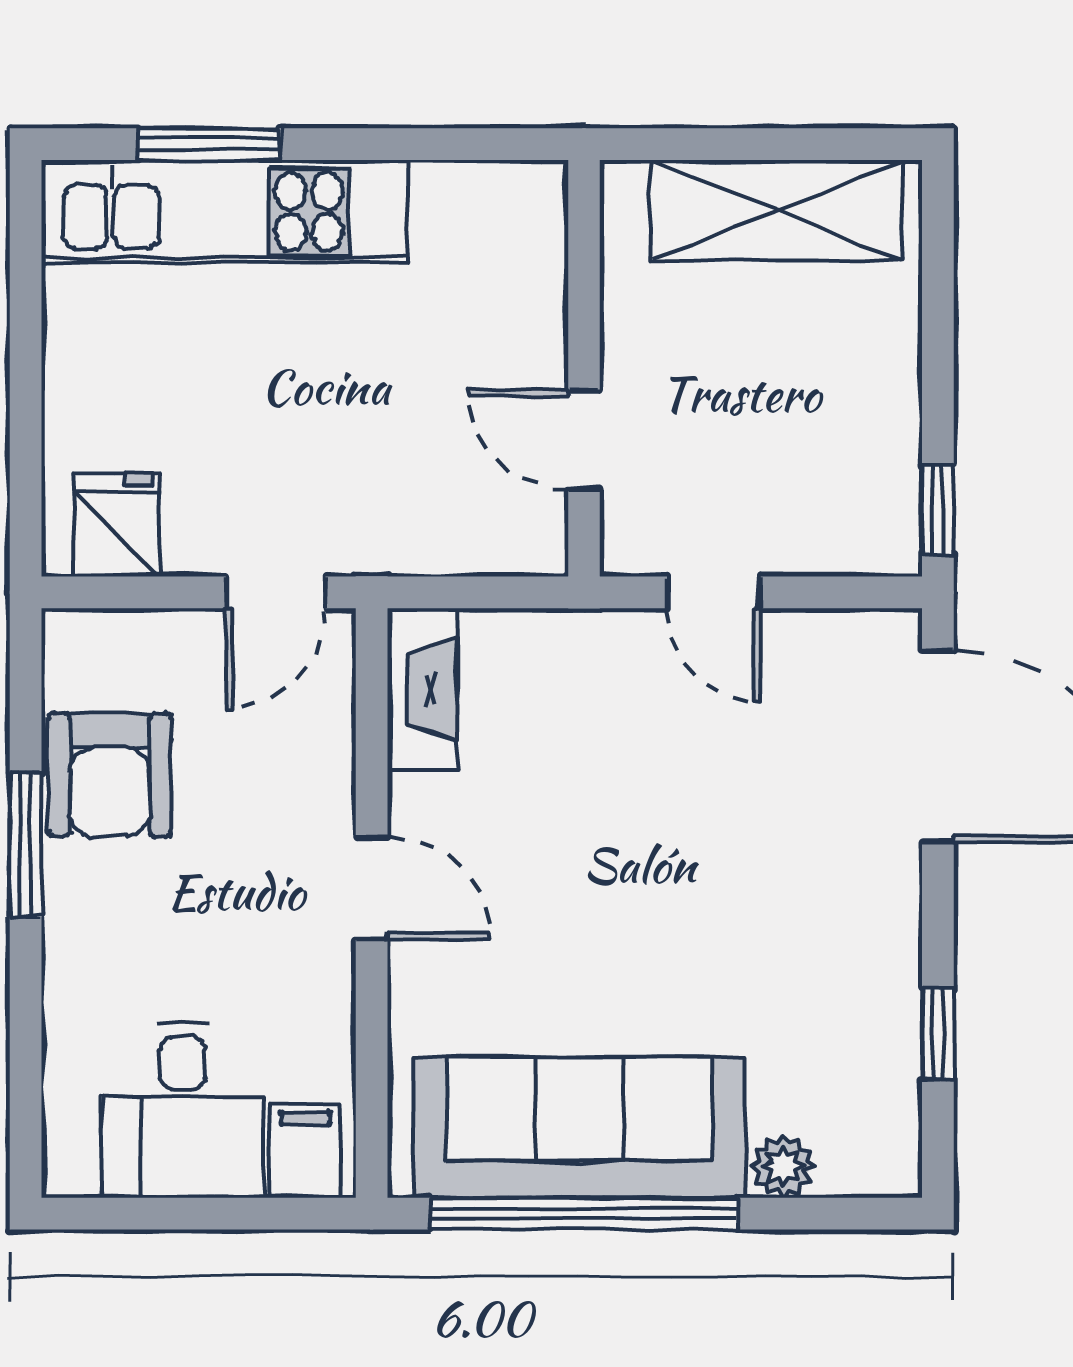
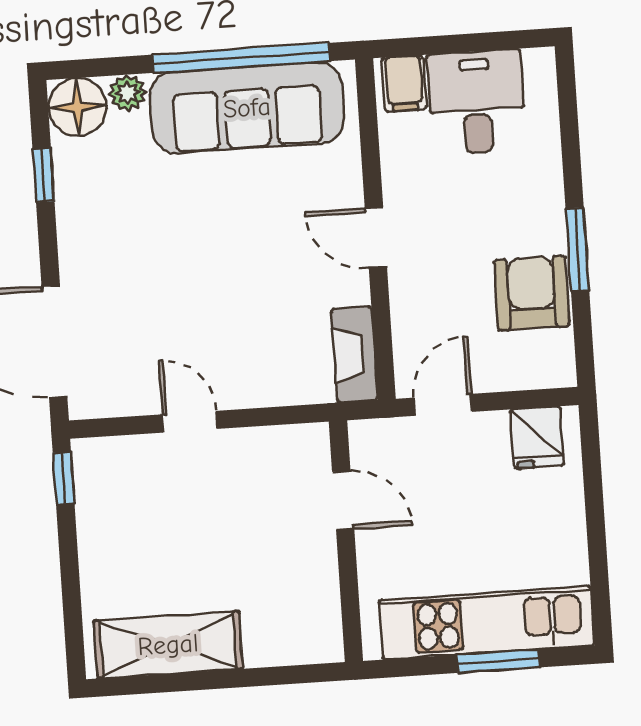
wall: (584, 368) -> (346, 541), moved
door: (584, 439) -> (343, 500), moved
floor lamp: (871, 1148) -> (78, 107), added

